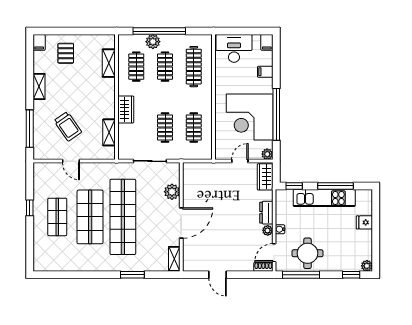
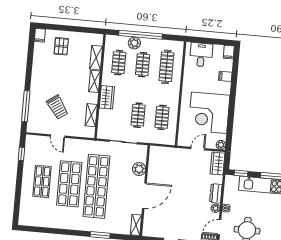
desk: (234, 48) -> (201, 55), width x0.73
shelving: (39, 87) -> (94, 81), moved
window: (276, 114) -> (231, 113), removed
window: (30, 208) -> (21, 154), moved

